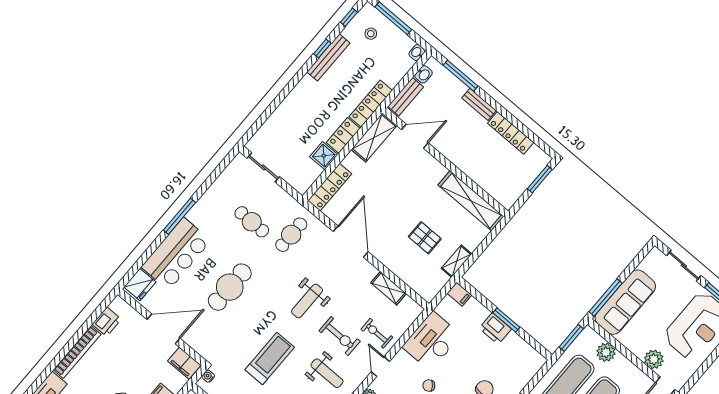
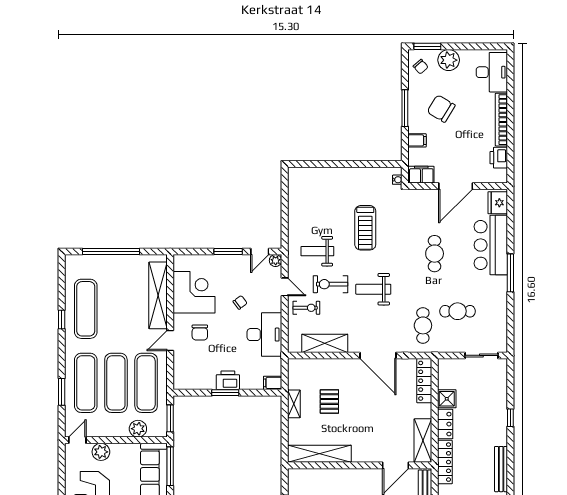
window: (322, 49) -> (510, 418), moved
pallet: (425, 238) -> (329, 401), turned 90
cafe table: (230, 287) -> (435, 254), width x0.73, depth x0.74
shelving: (389, 288) -> (325, 343), width x1.50, depth x1.33
weight bench: (307, 301) -> (373, 289), turned -90

